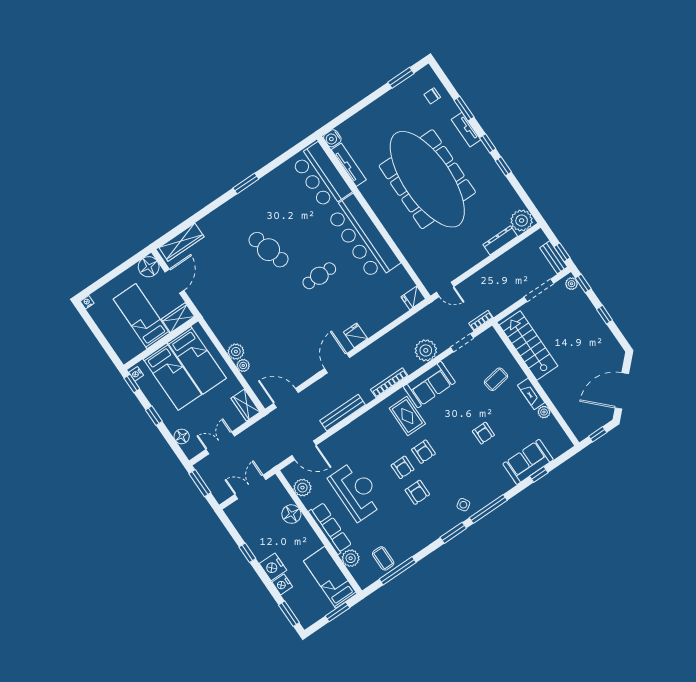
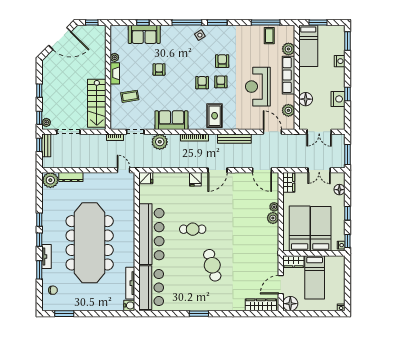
rug: (407, 416) -> (215, 116), moved
nightstand: (273, 567) -> (338, 99), moved

